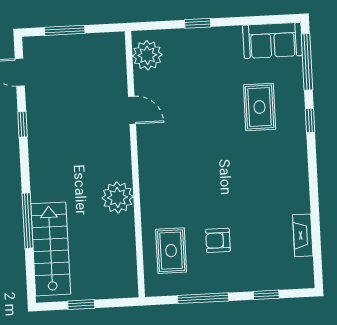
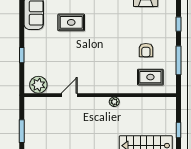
plant: (118, 197) -> (114, 102), width x0.53, depth x0.53

